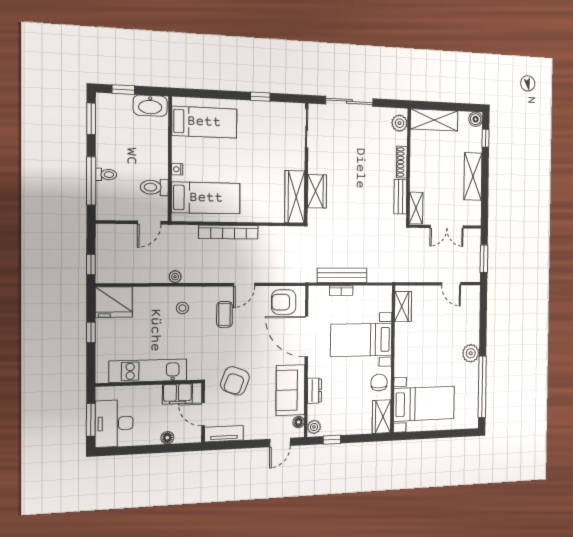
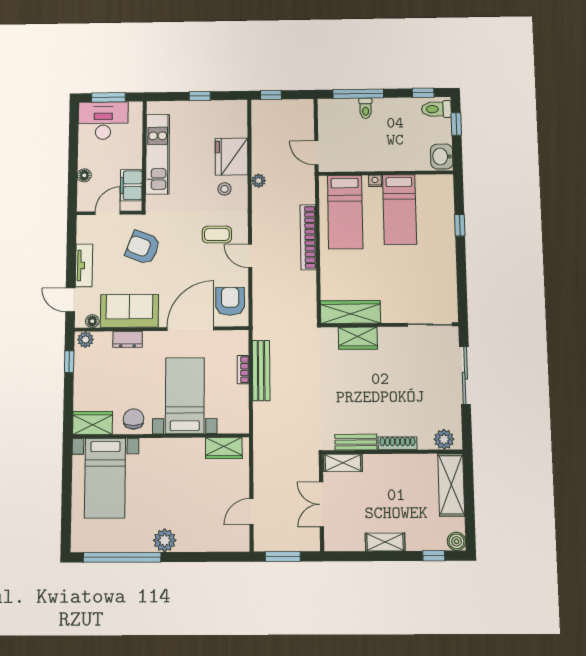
window: (260, 97) -> (460, 225), moved
washbasin: (150, 106) -> (442, 156), width x0.72
window: (91, 119) -> (423, 93), width x0.67
bed: (204, 122) -> (400, 209), moved
shelving: (473, 176) -> (385, 542), width x0.67, depth x0.75
toilet: (154, 187) -> (436, 109), moved, turned -90
fridge: (114, 302) -> (232, 157), moved
chair: (379, 382) -> (134, 419), turned -90
tv unit: (224, 434) -> (84, 265), moved

